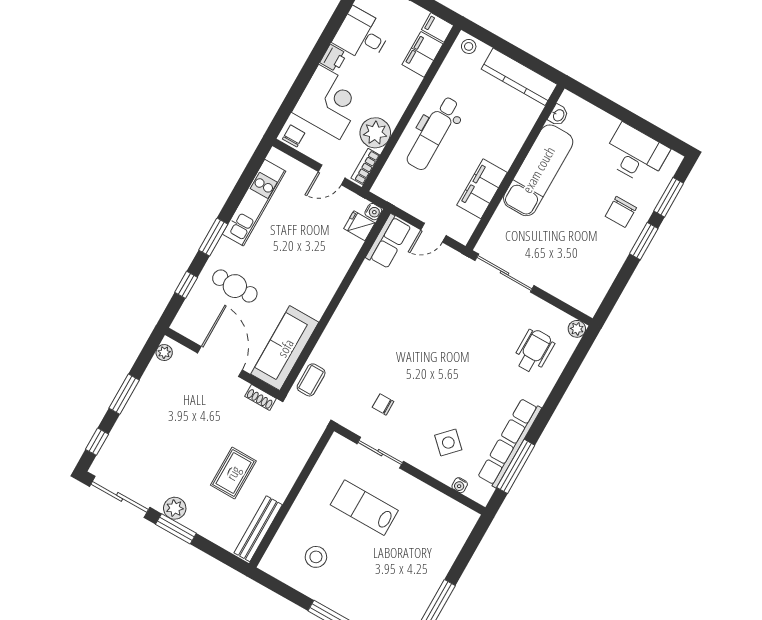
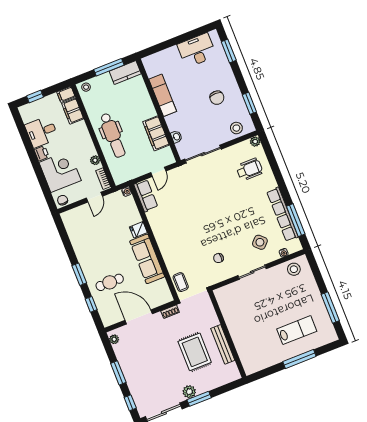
window: (519, 55) -> (109, 67), added
kitchen counter: (519, 77) -> (125, 72), width x0.67
washbasin: (558, 115) -> (176, 137), moved
plant: (375, 133) -> (95, 160), width x0.53, depth x0.53
exam couch: (538, 170) -> (163, 95), width x0.73, depth x0.69
kitchen unit: (254, 203) -> (79, 243), removed
chair: (621, 212) -> (217, 98), moved
fridge: (359, 226) -> (138, 230), moved
window: (644, 241) -> (249, 103), moved
stool: (575, 290) -> (236, 128), added
sofa: (285, 348) -> (147, 259), moved
wheelchair: (534, 351) -> (249, 169), turned 90
sliding door: (380, 453) -> (252, 272), moved
rug: (233, 473) -> (195, 352), width x1.36, depth x1.43
lab bench: (364, 508) -> (297, 330), moved, turned 180
bench: (258, 529) -> (223, 344), moved
stool: (316, 557) -> (294, 269), moved

